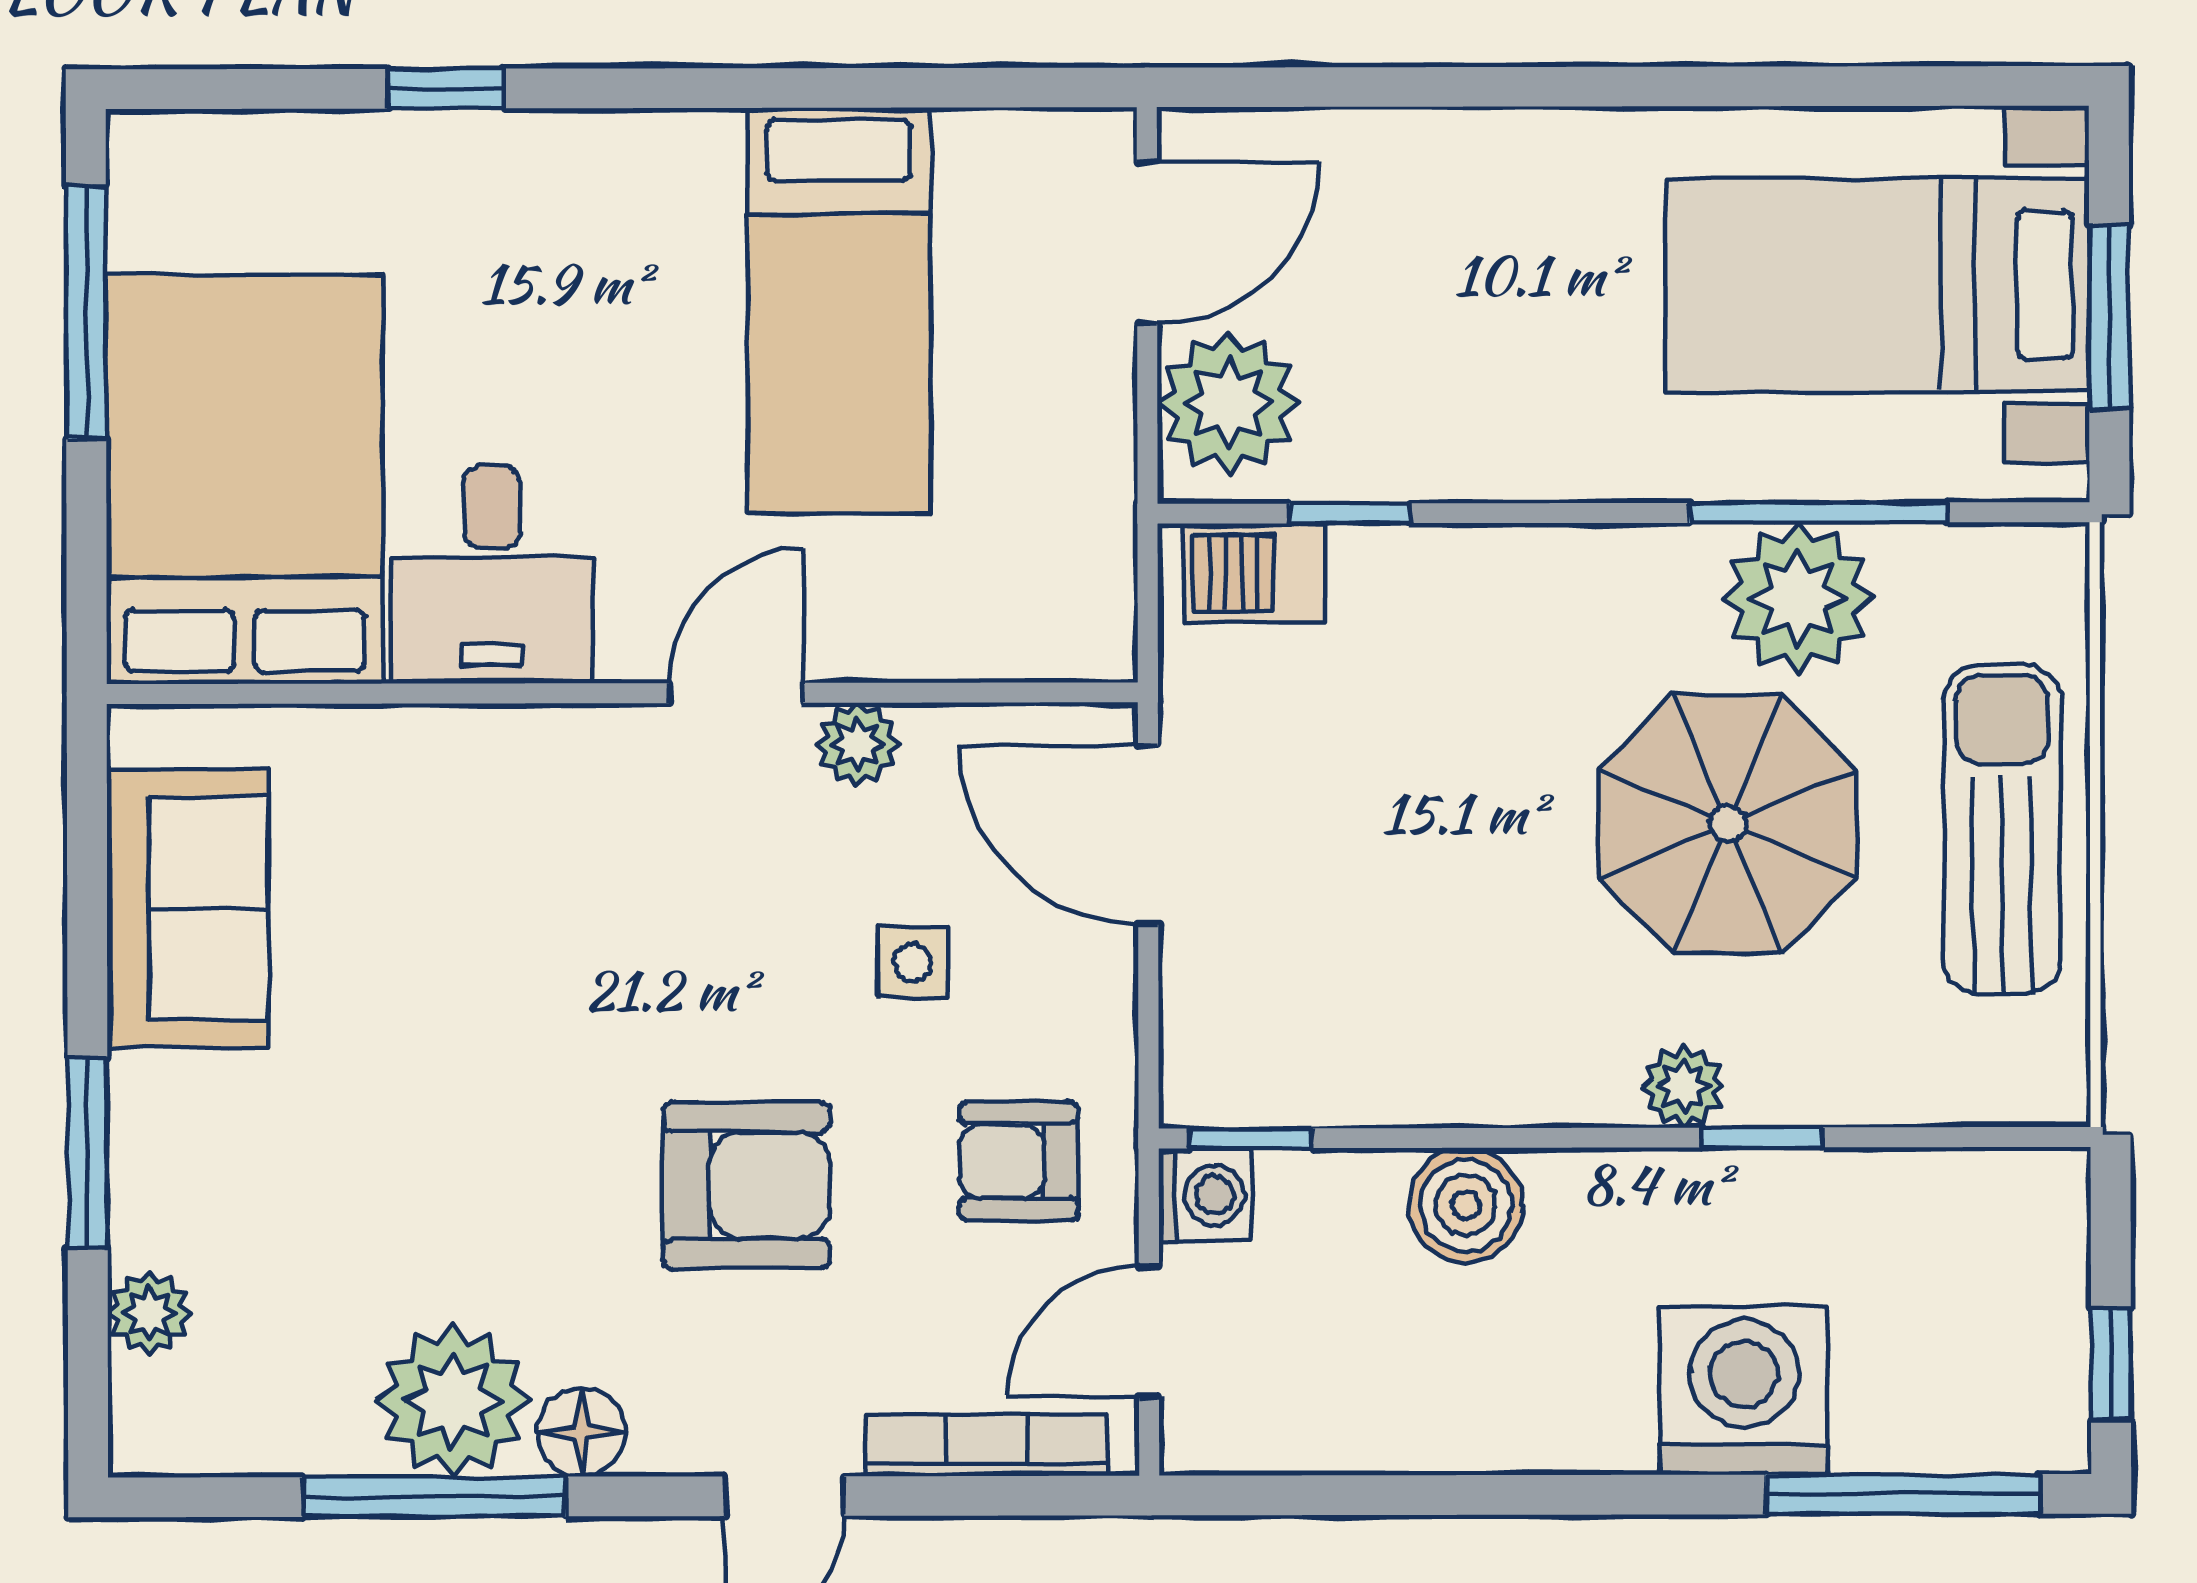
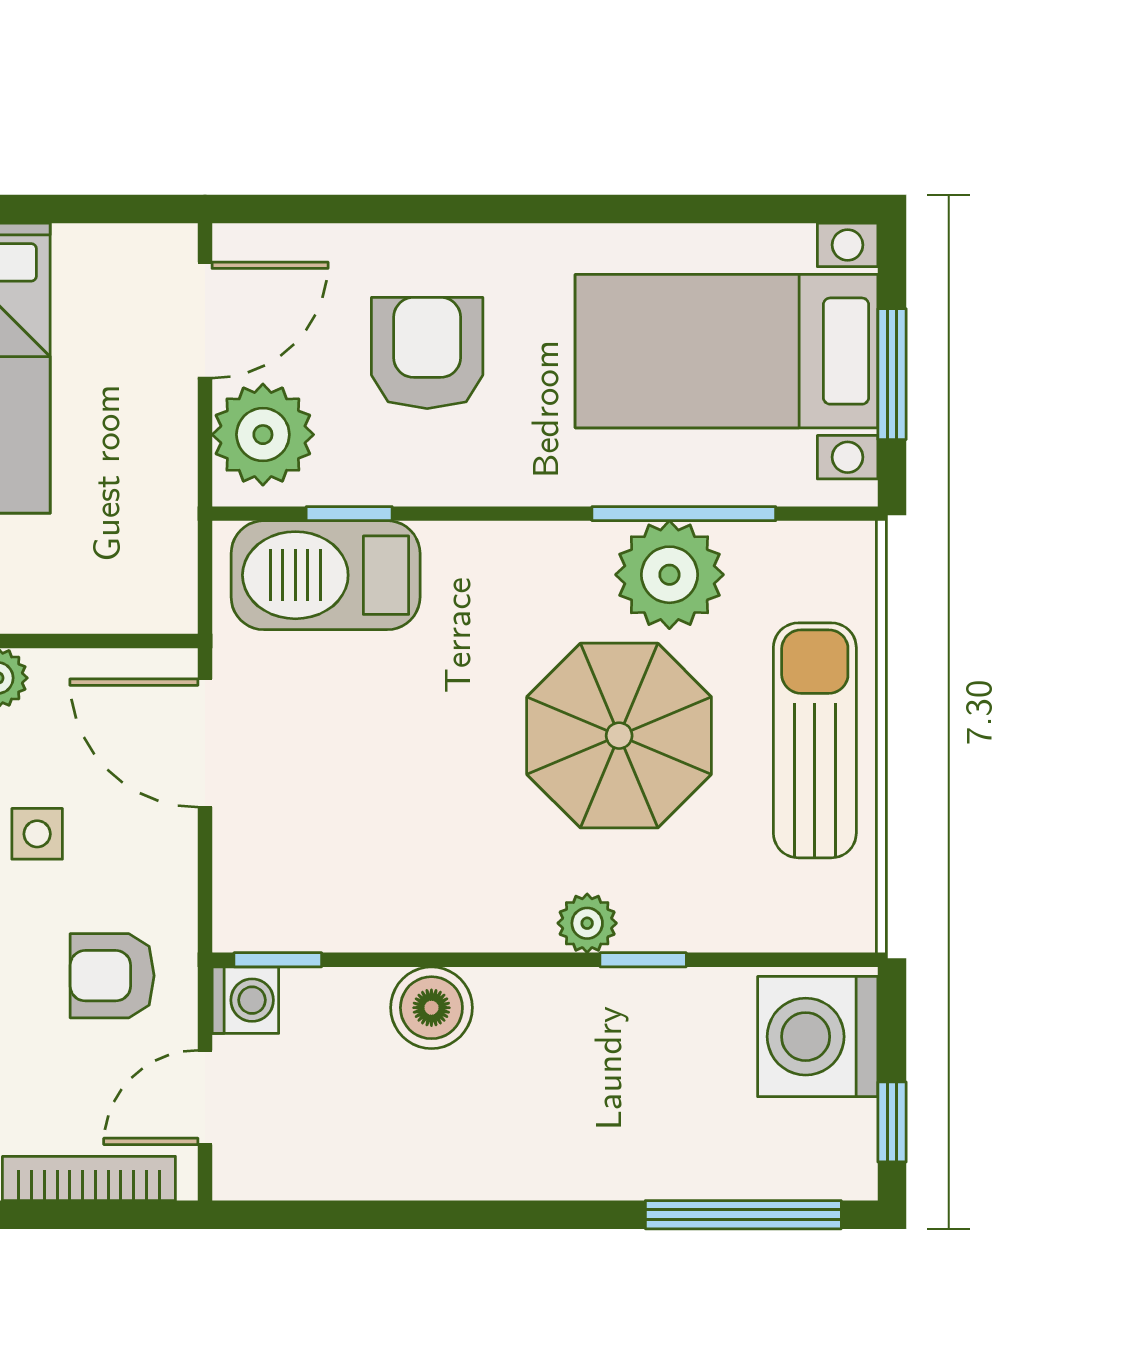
armchair: (1458, 288) -> (427, 353), added
barbecue: (1254, 573) -> (326, 575), width x1.88, depth x1.53
washing machine: (1744, 1390) -> (818, 1037), moved, turned -90

